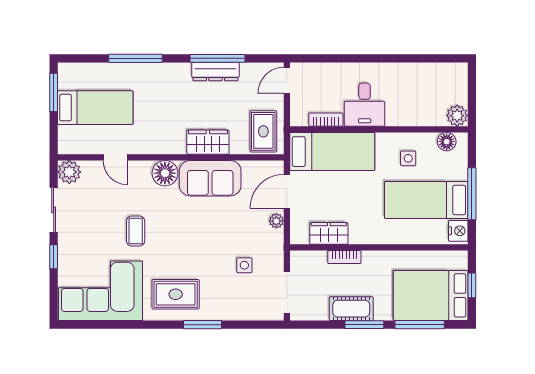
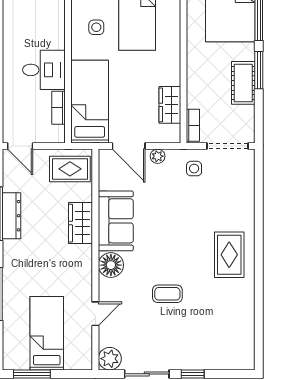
bookcase: (344, 257) -> (193, 125), moved
side table: (244, 265) -> (194, 169), moved
corner sofa: (100, 291) -> (226, 328), removed
window: (202, 325) -> (259, 228), removed

